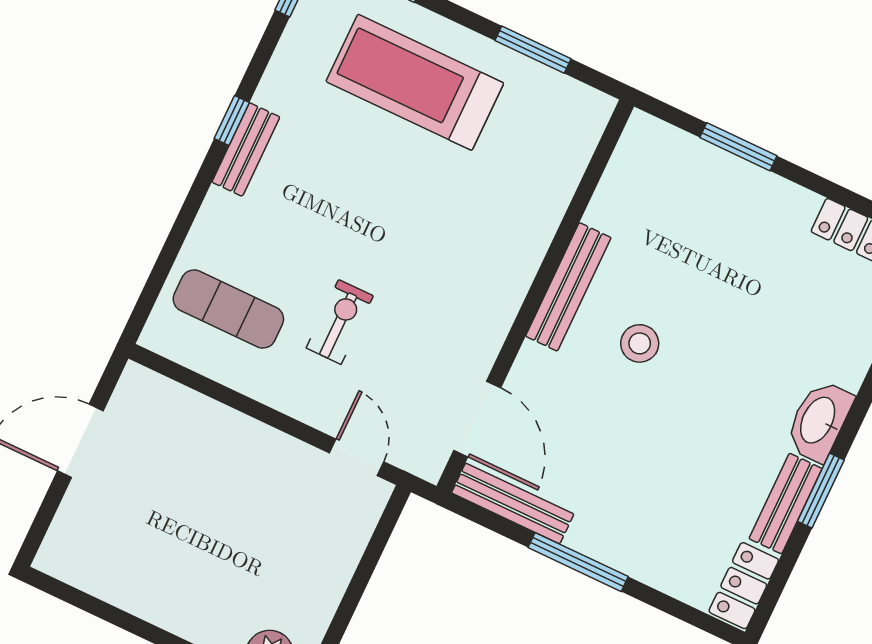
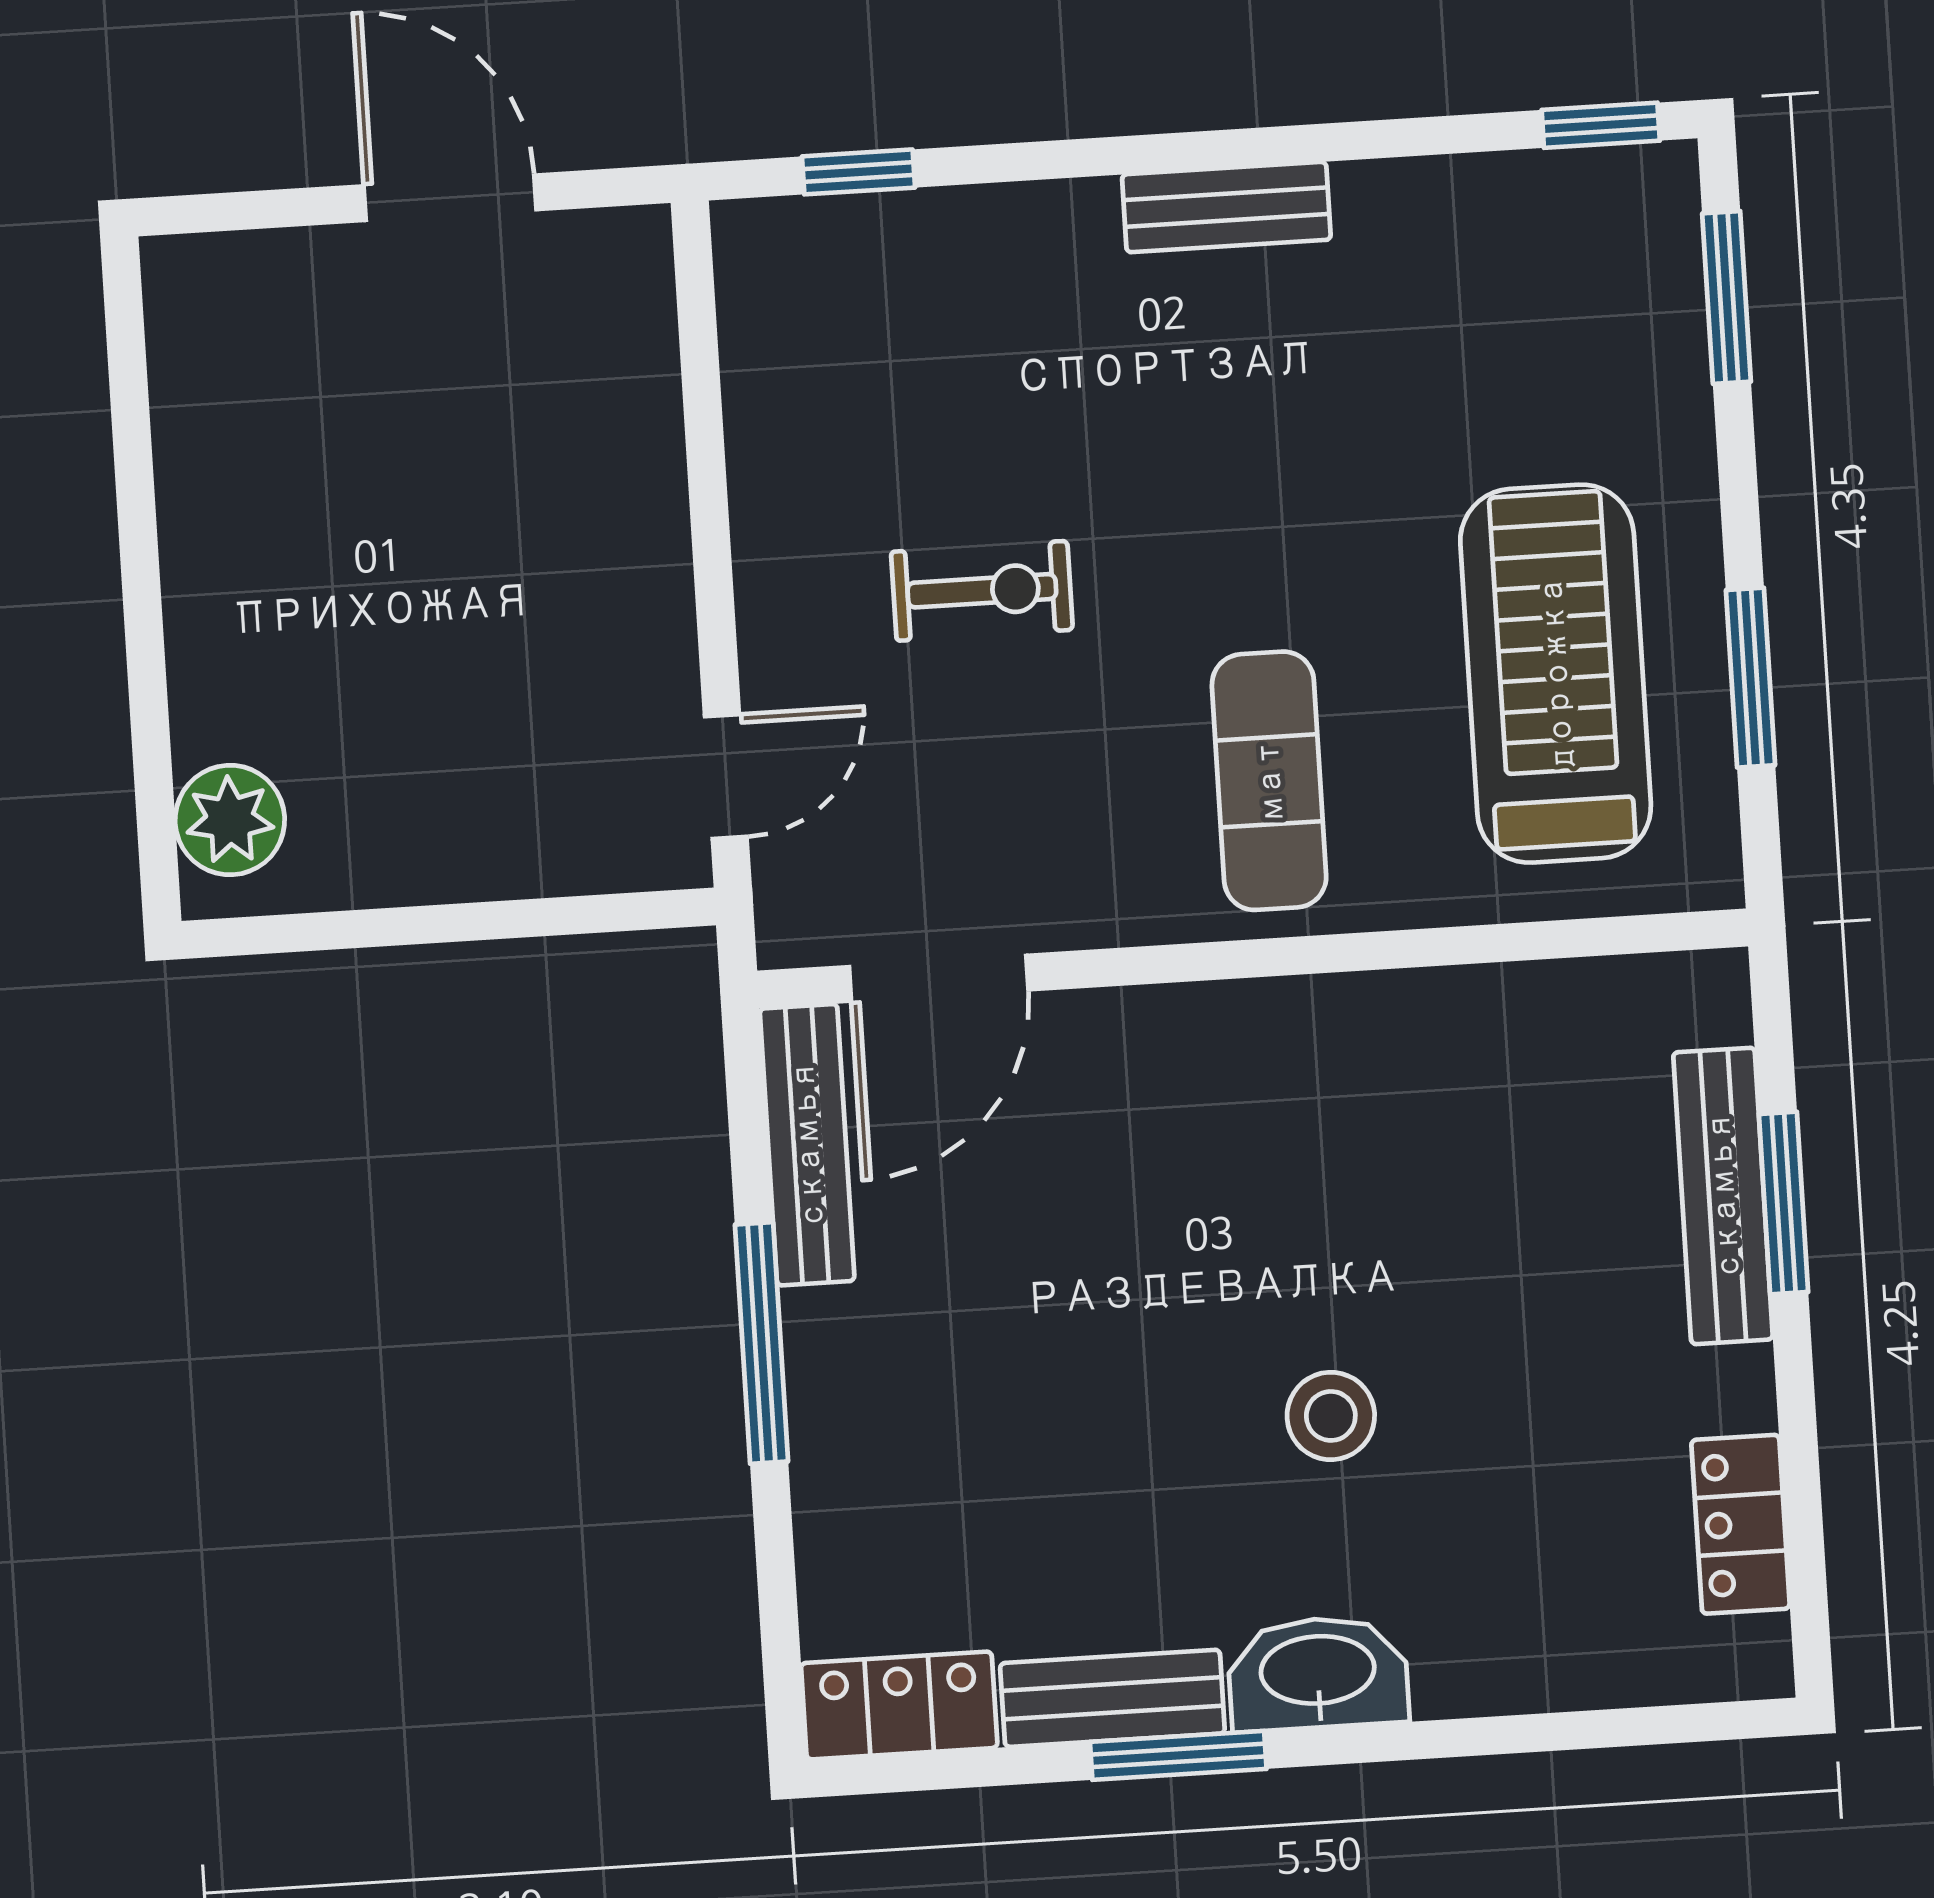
treadmill: (415, 82) -> (1556, 674), moved
window: (232, 120) -> (858, 172), moved
bench: (568, 287) -> (1723, 1196), moved, turned 90
exercise mat: (228, 309) -> (1269, 781), moved
stool: (640, 343) -> (1331, 1416), moved

